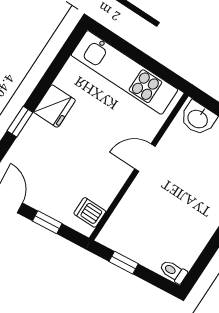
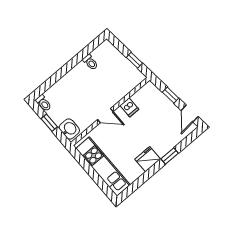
dishwasher: (90, 212) -> (129, 107), moved
toilet: (173, 272) -> (90, 62), moved

